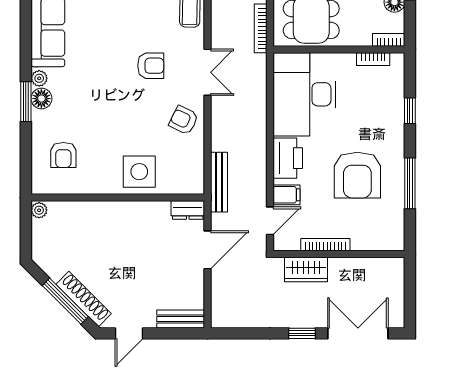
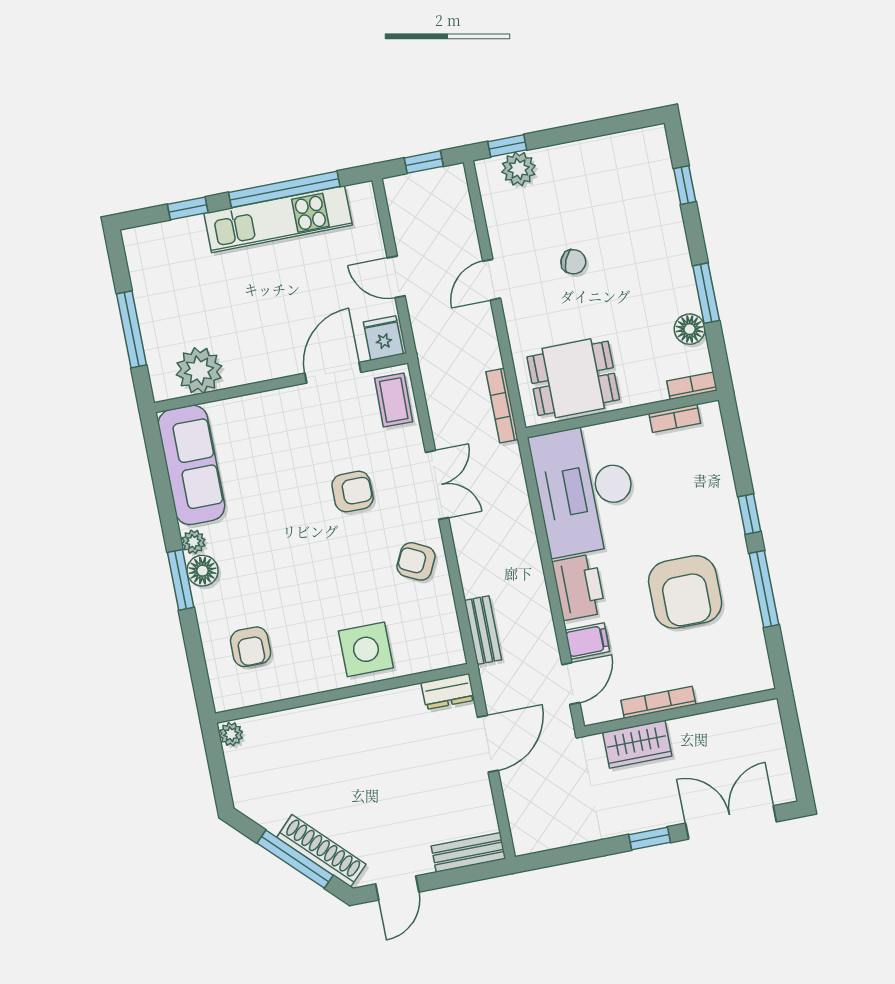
window: (410, 111) -> (749, 514), moved
bench: (219, 182) -> (483, 630), width x0.73

